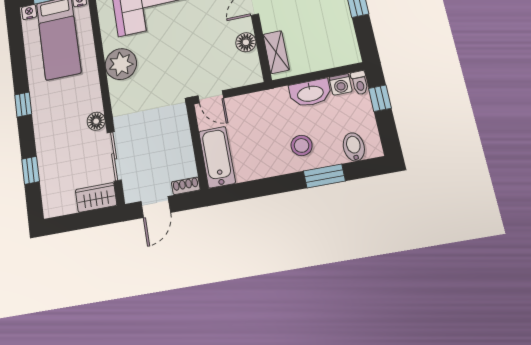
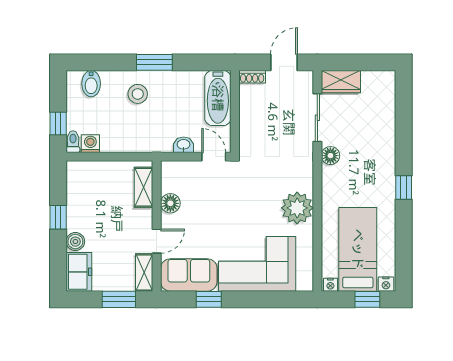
washbasin: (310, 93) -> (184, 145), moved, width x0.52, depth x0.69
window: (31, 170) -> (404, 120), removed
window: (324, 176) -> (154, 62), moved

